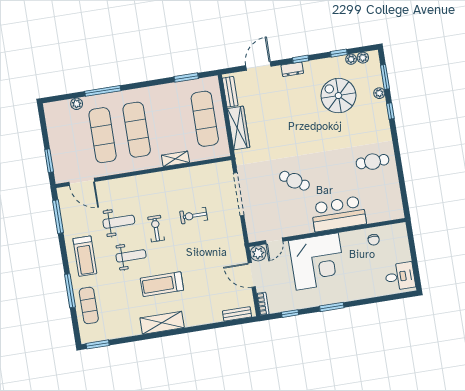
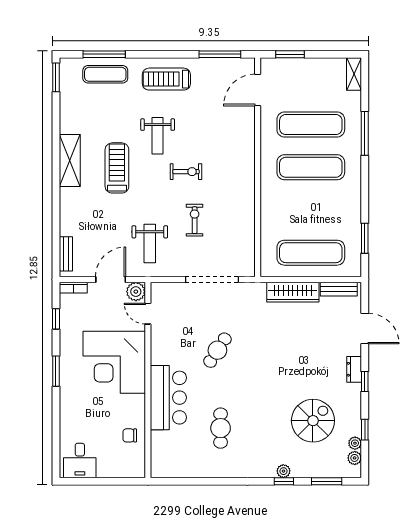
plant: (379, 93) -> (283, 471), moved
plant: (77, 104) -> (354, 99), removed
shelving: (175, 159) -> (354, 74), moved
cafe table: (372, 162) -> (221, 428), moved
weight bench: (119, 222) -> (150, 243), moved
window: (70, 291) -> (104, 54), moved

